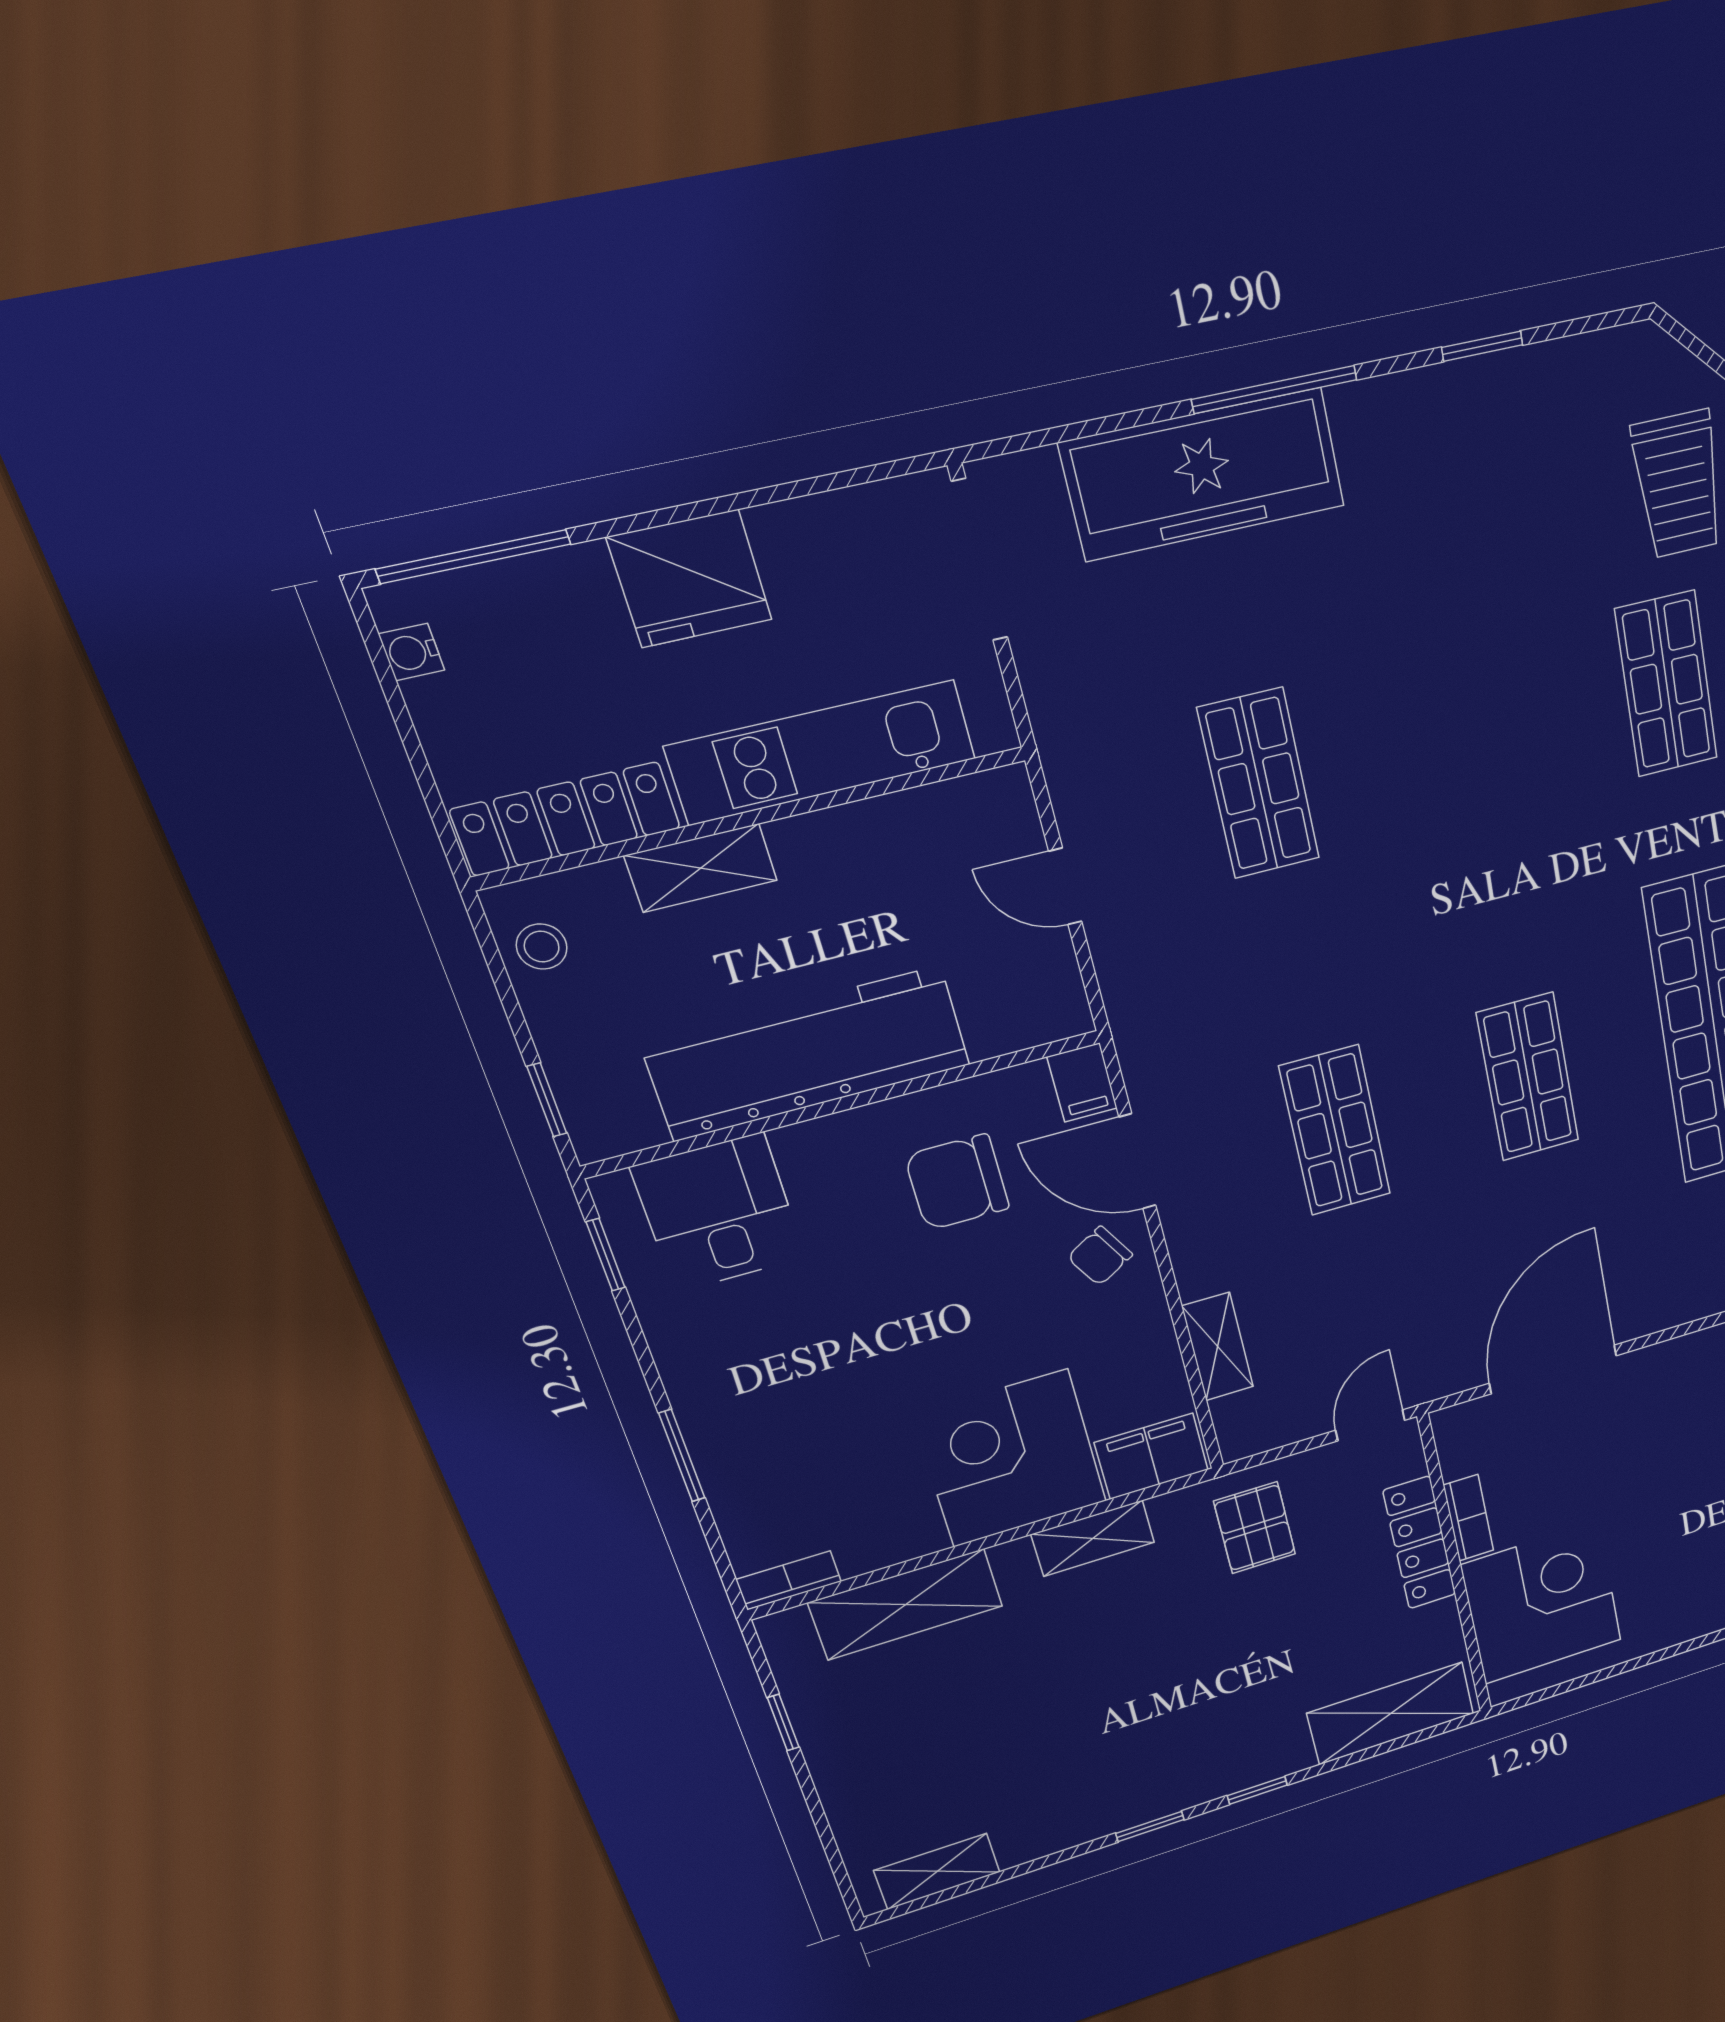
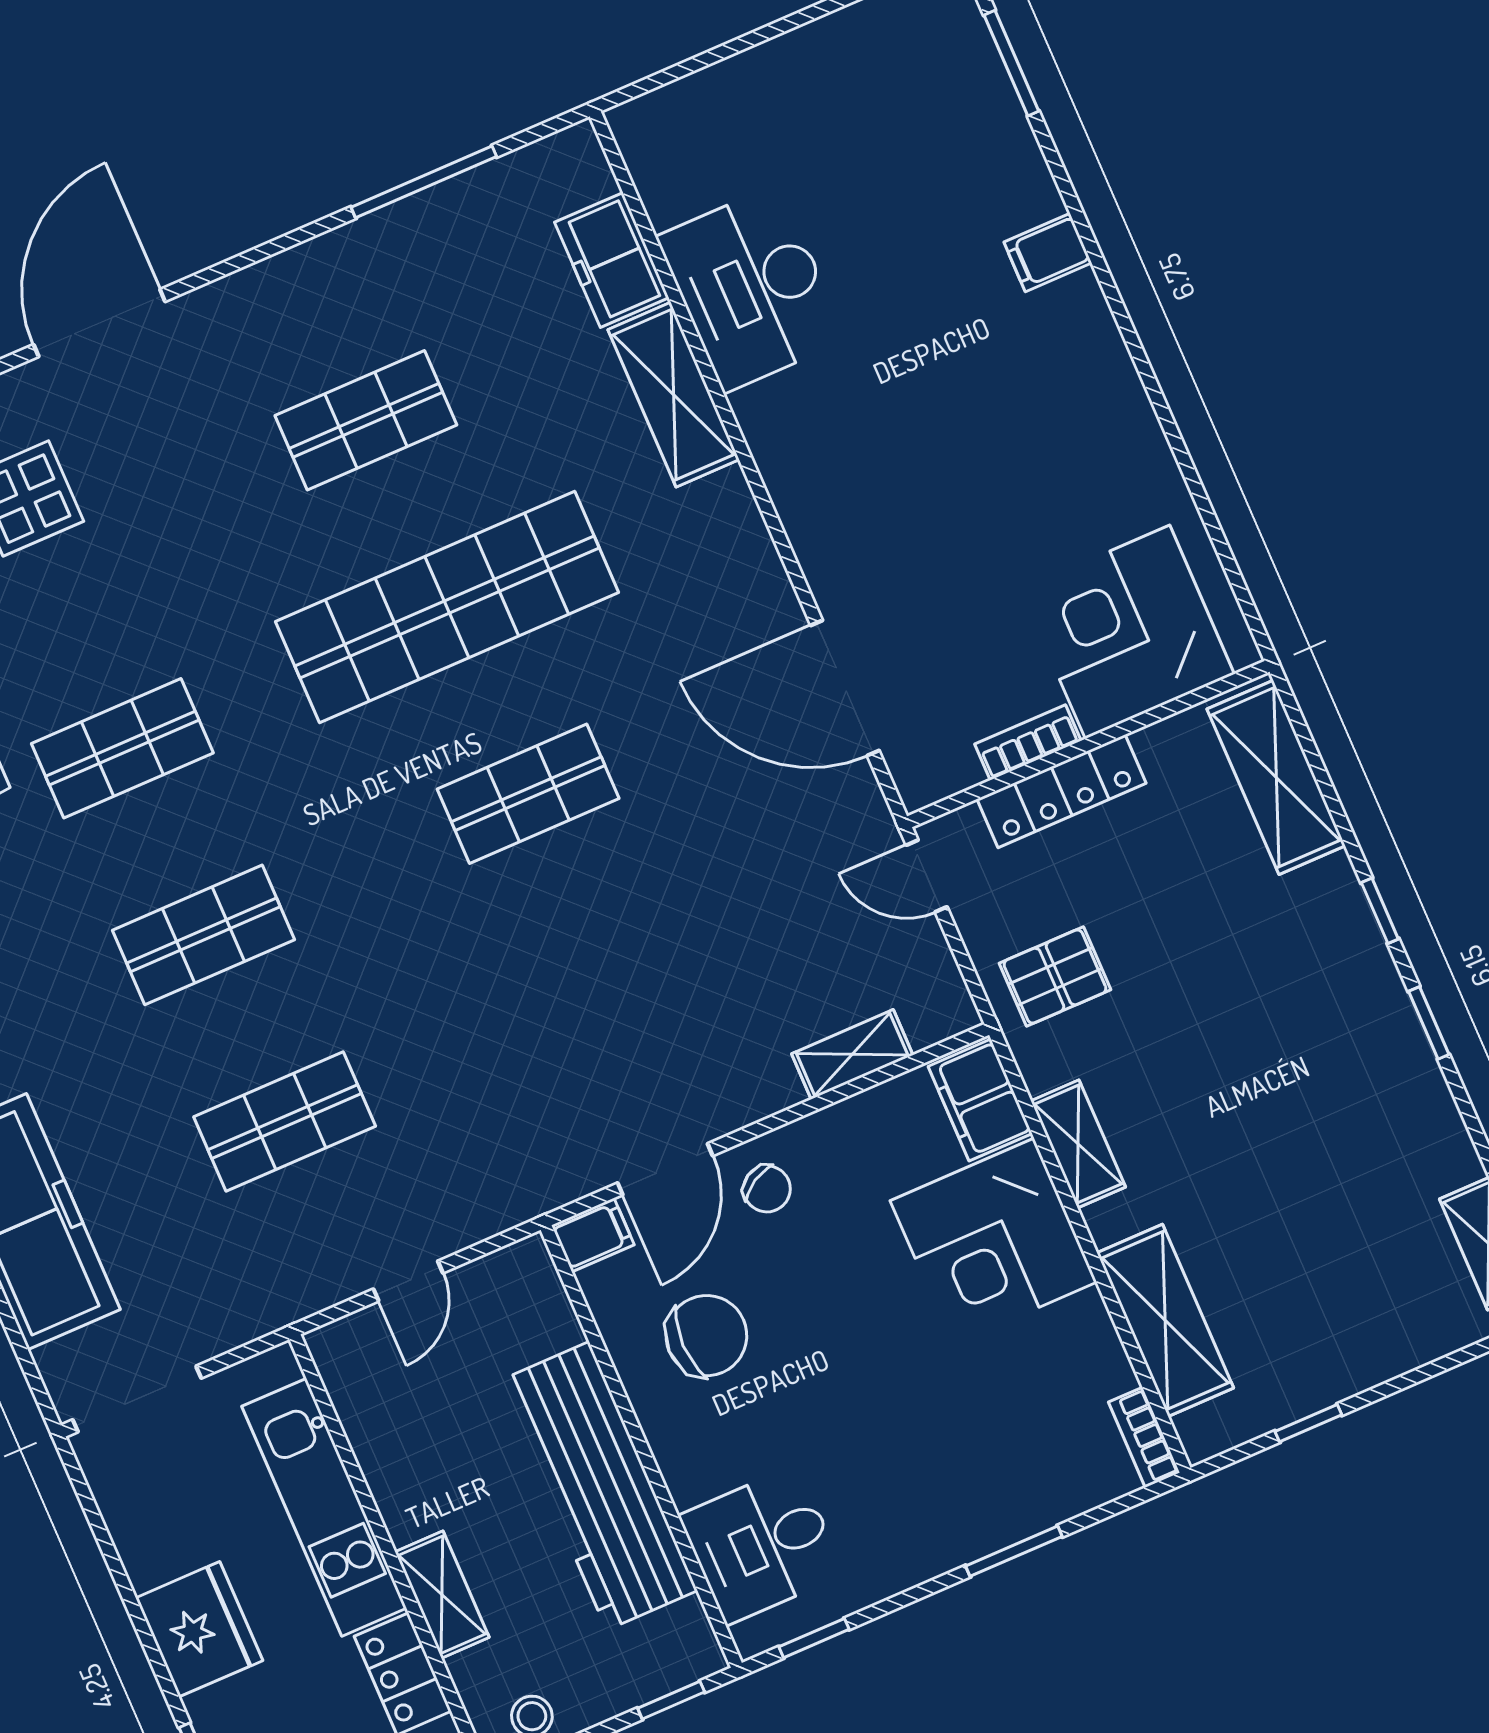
shop shelf: (1335, 1131) -> (203, 935), moved
chair: (957, 1182) -> (706, 1336), turned -90

